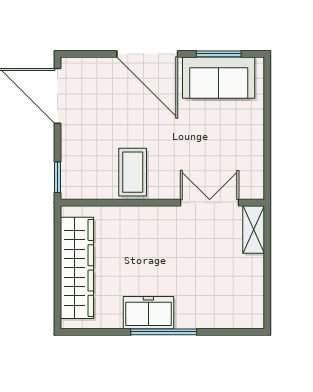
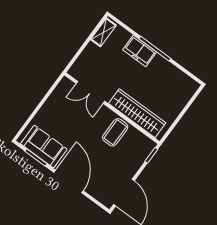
shelving: (254, 229) -> (103, 32), moved
wardrobe: (77, 268) -> (137, 113), moved, turned 90
freezer: (148, 313) -> (140, 51), moved

